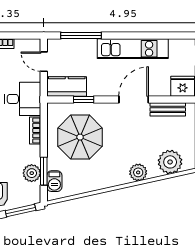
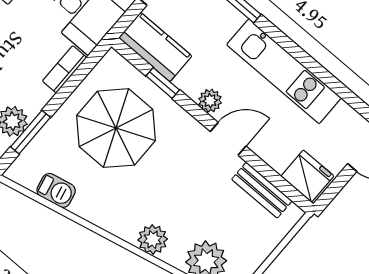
plant: (111, 90) -> (210, 101), added
door: (134, 100) -> (228, 139), width x0.73
barbecue: (54, 181) -> (56, 190), moved, turned -102

